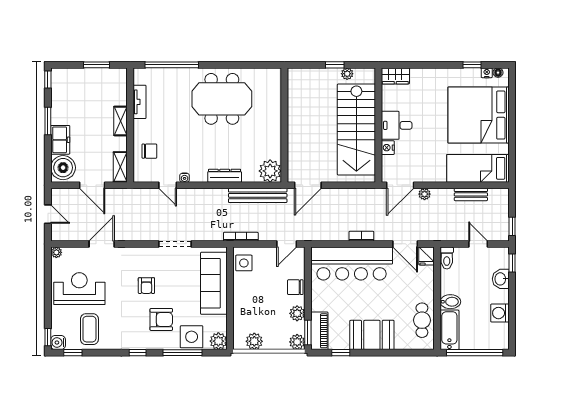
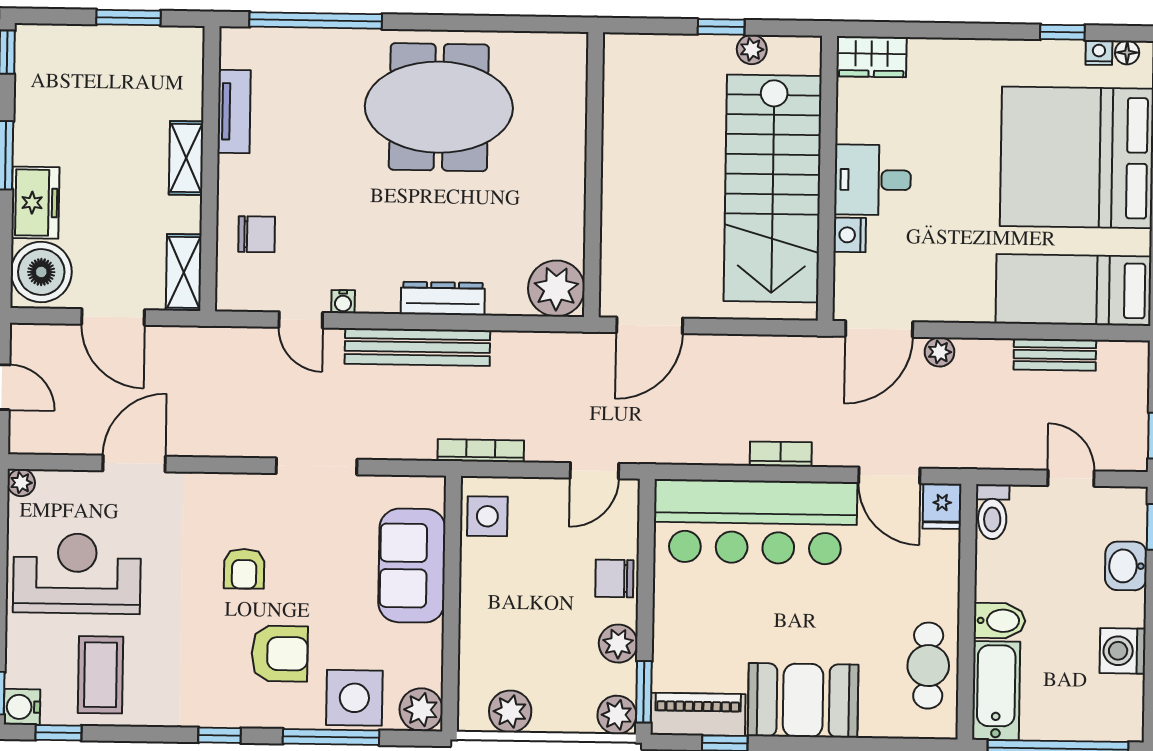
bench: (258, 195) -> (417, 347), moved
sofa: (214, 283) -> (412, 566), width x0.73
piano: (319, 331) -> (698, 714), moved, turned -90

